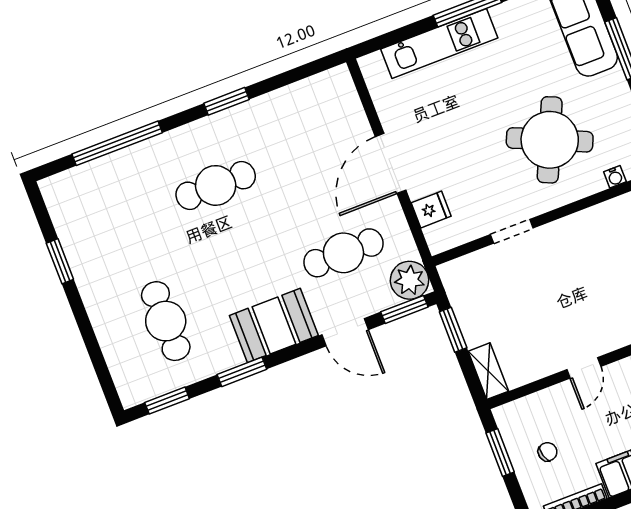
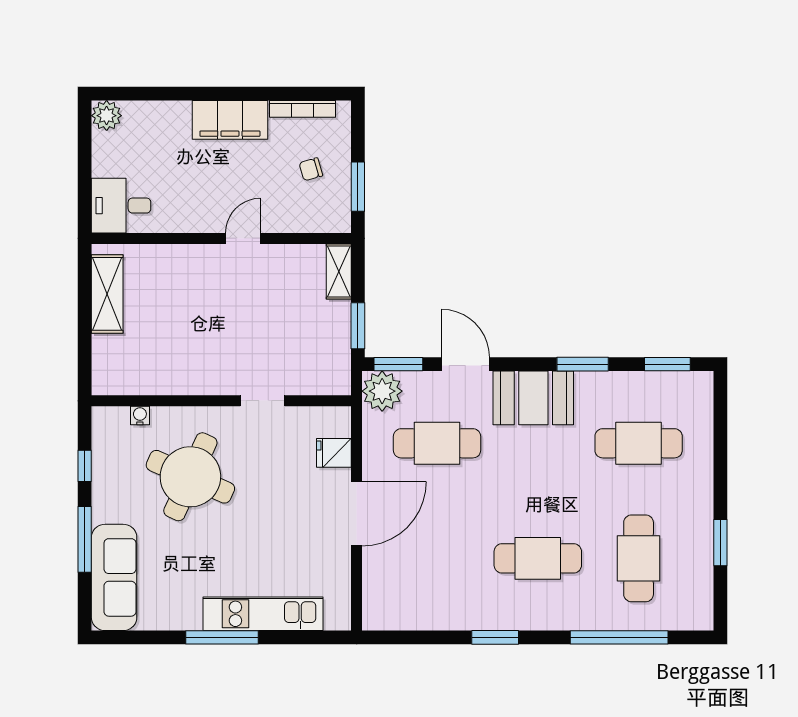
cafe table: (127, 220) -> (639, 558), added
cafe table: (166, 321) -> (639, 443), turned 90

